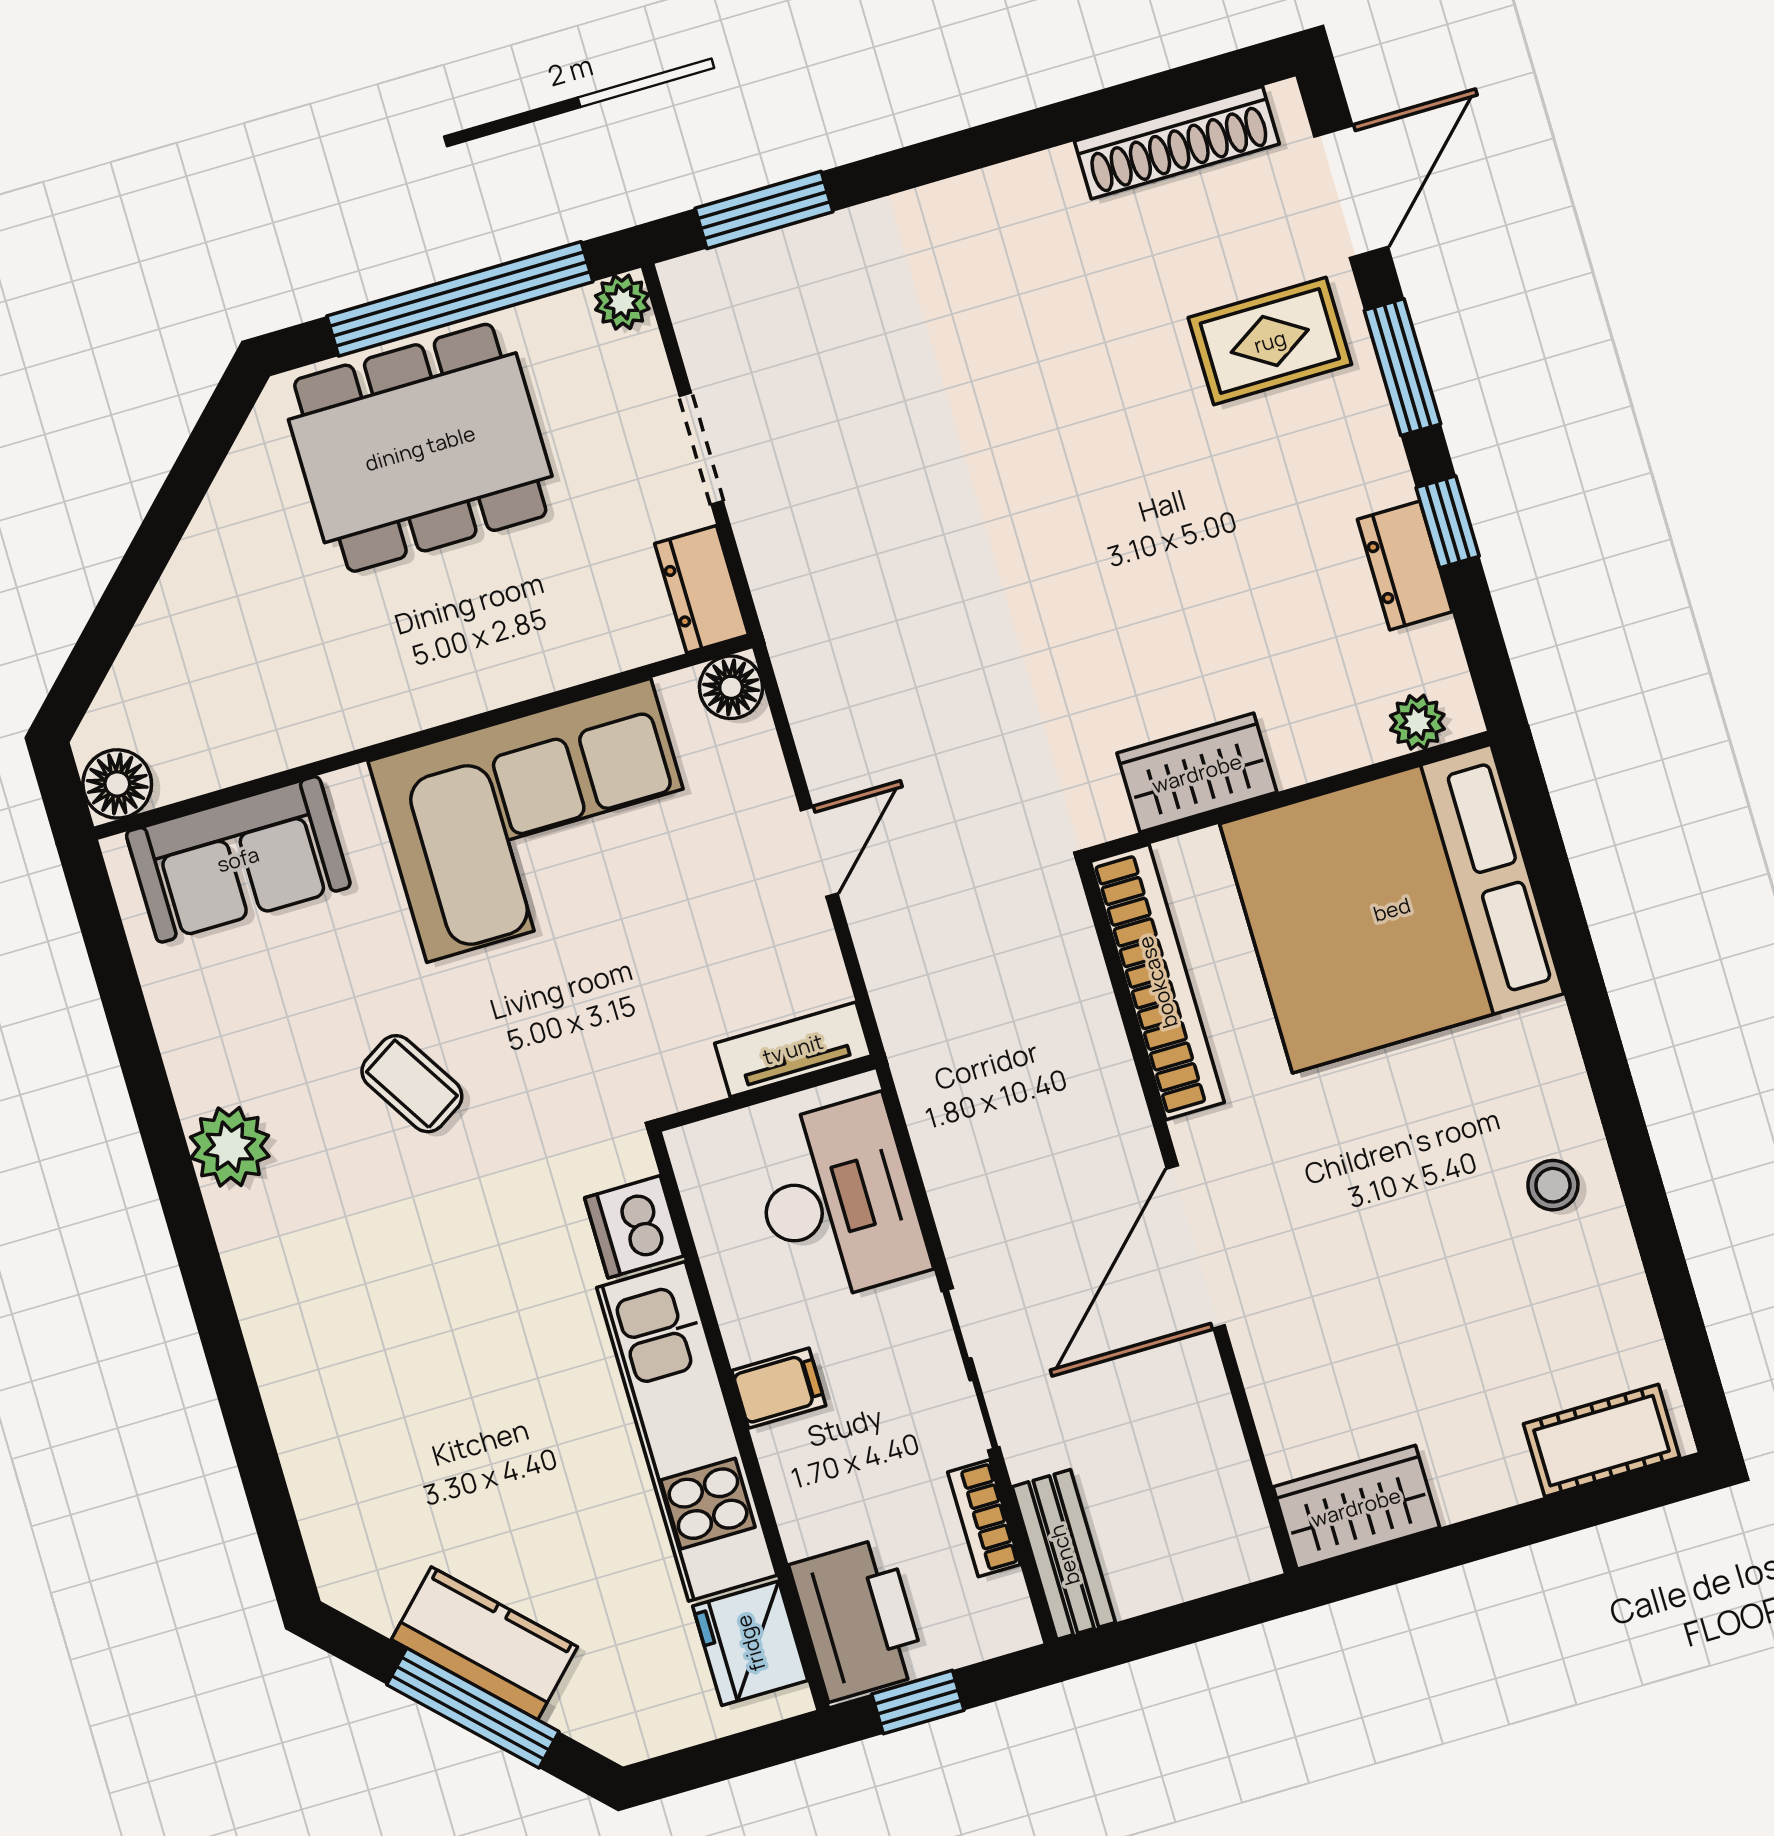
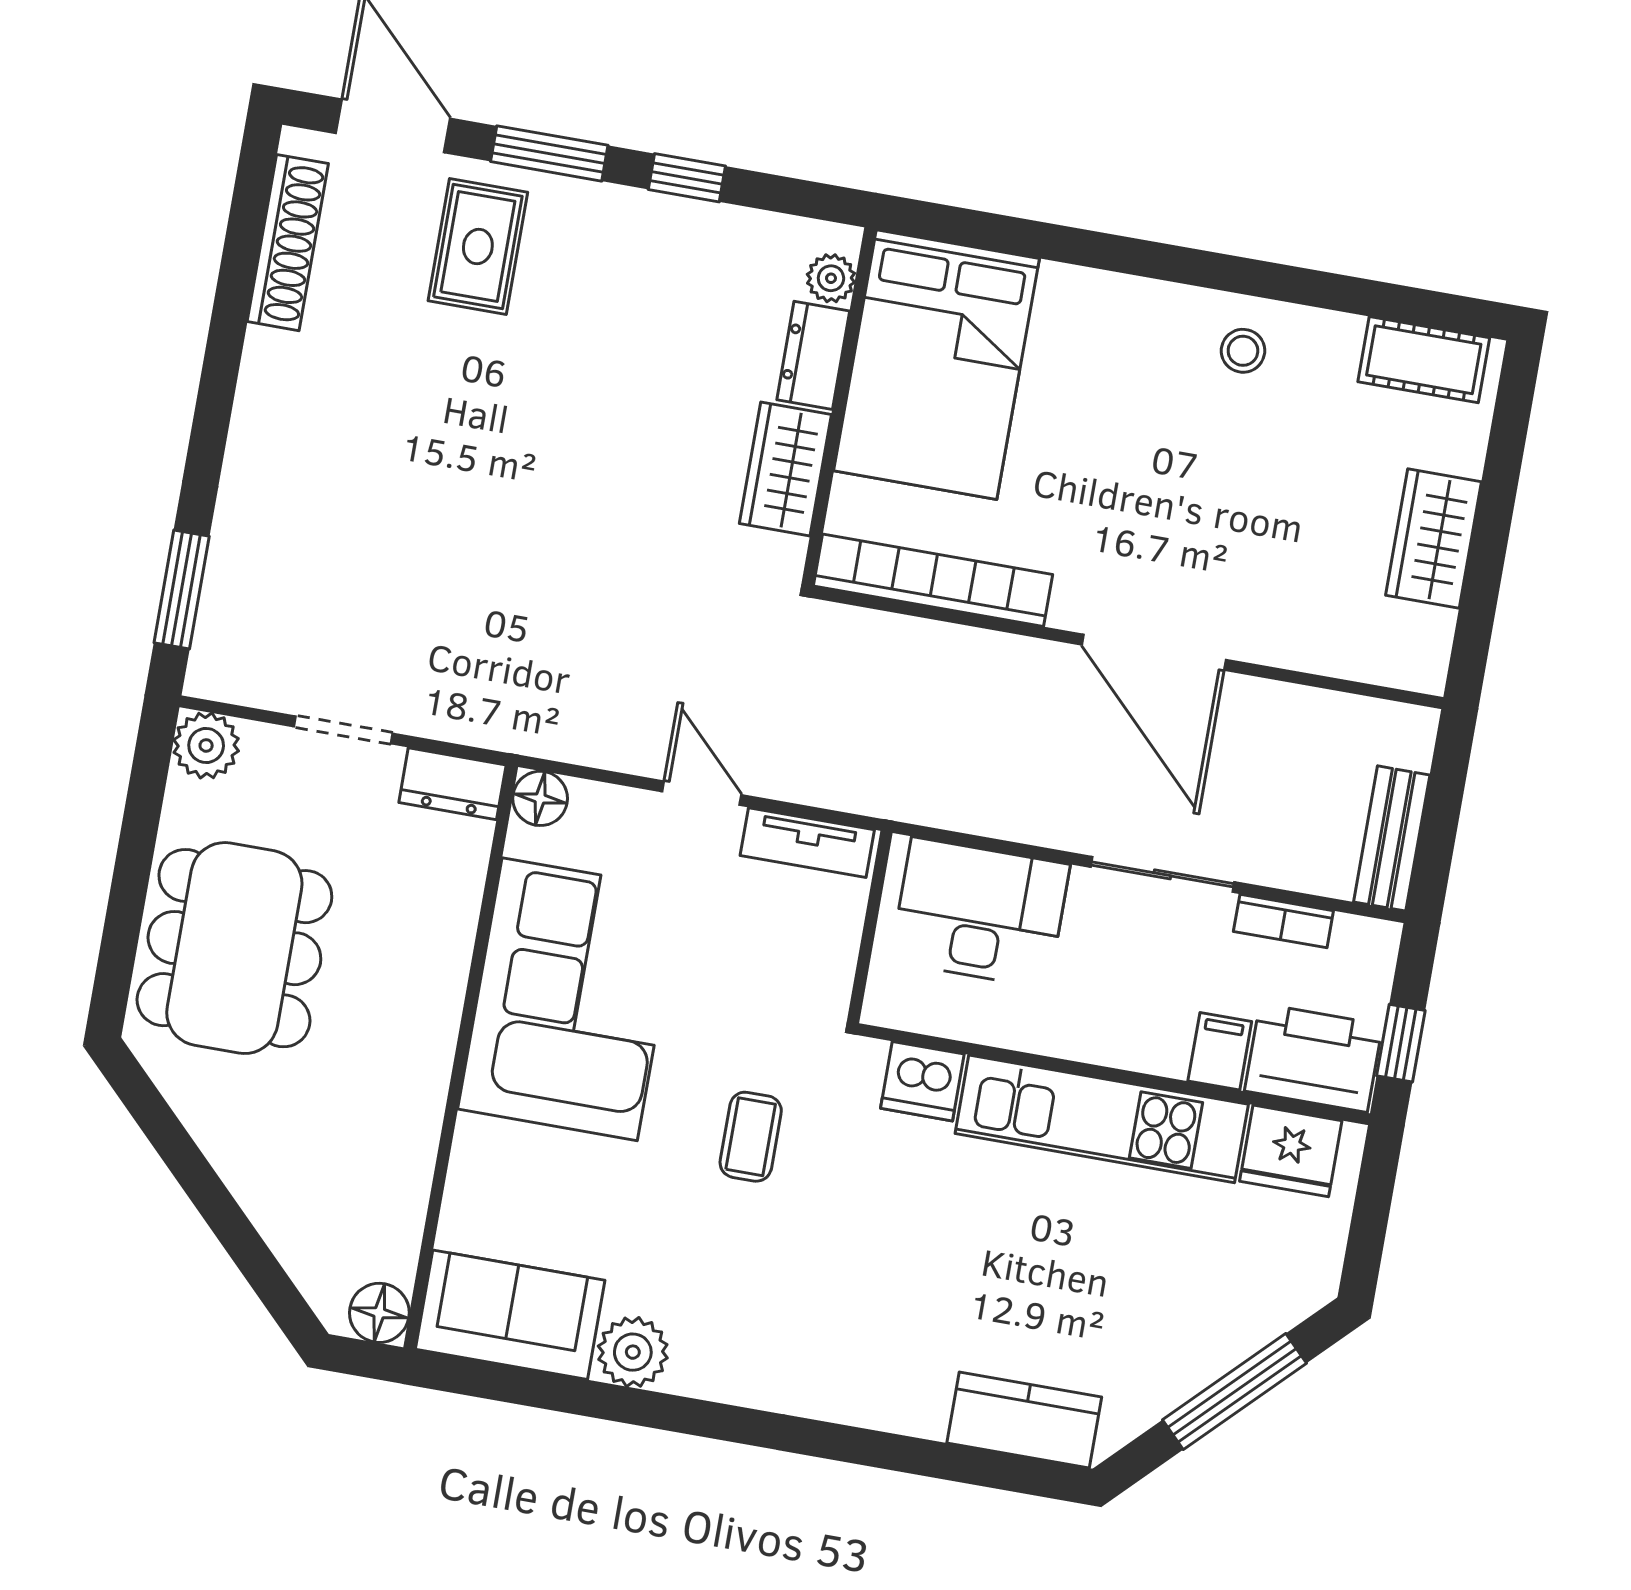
window: (460, 299) -> (134, 860), removed
plant: (622, 302) -> (206, 745), width x1.38, depth x1.38
dresser: (1405, 565) -> (813, 355), moved, turned 90
sofa: (238, 859) -> (510, 1315), moved, turned -90
bed: (1392, 909) -> (937, 365), width x0.73
tv unit: (793, 1049) -> (807, 843), moved, turned -90
coffee table: (412, 1084) -> (751, 1137), moved, turned -58
plant: (230, 1147) -> (633, 1352), moved
filing cabinet: (779, 1388) -> (1220, 1051), moved
cot: (1602, 1441) -> (1424, 360), moved, turned 90
wardrobe: (1356, 1507) -> (1434, 539), moved
bench: (1064, 1555) -> (1392, 838), moved, turned 90
kitchen counter: (484, 1643) -> (1024, 1420), moved, turned 45

